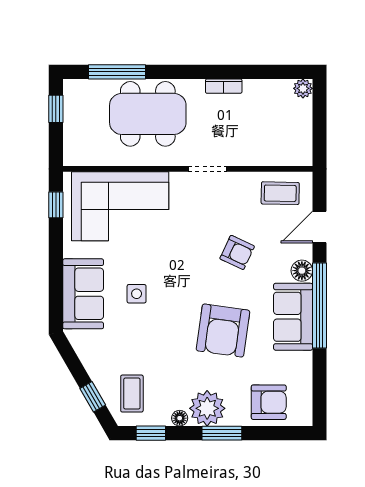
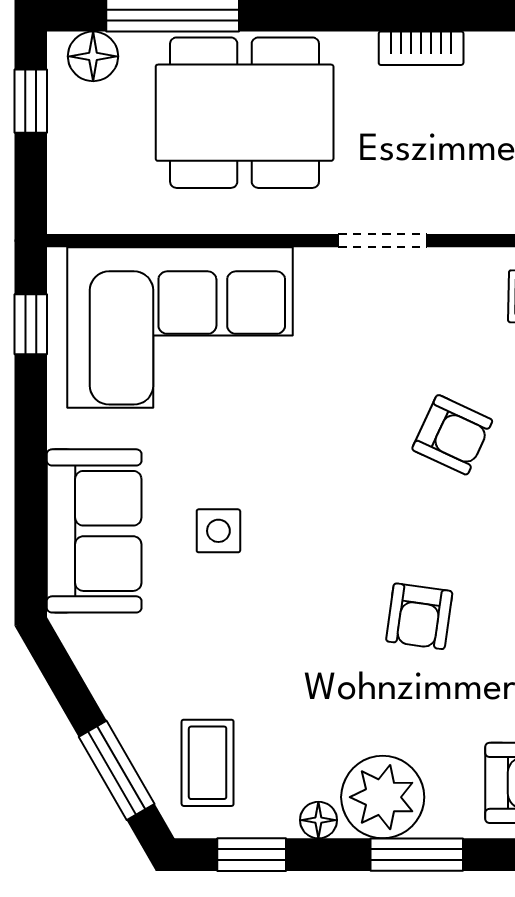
floor lamp: (83, 90) -> (93, 56), added
armchair: (223, 331) -> (419, 616), width x0.53, depth x0.53
window: (93, 397) -> (117, 770), width x1.50

